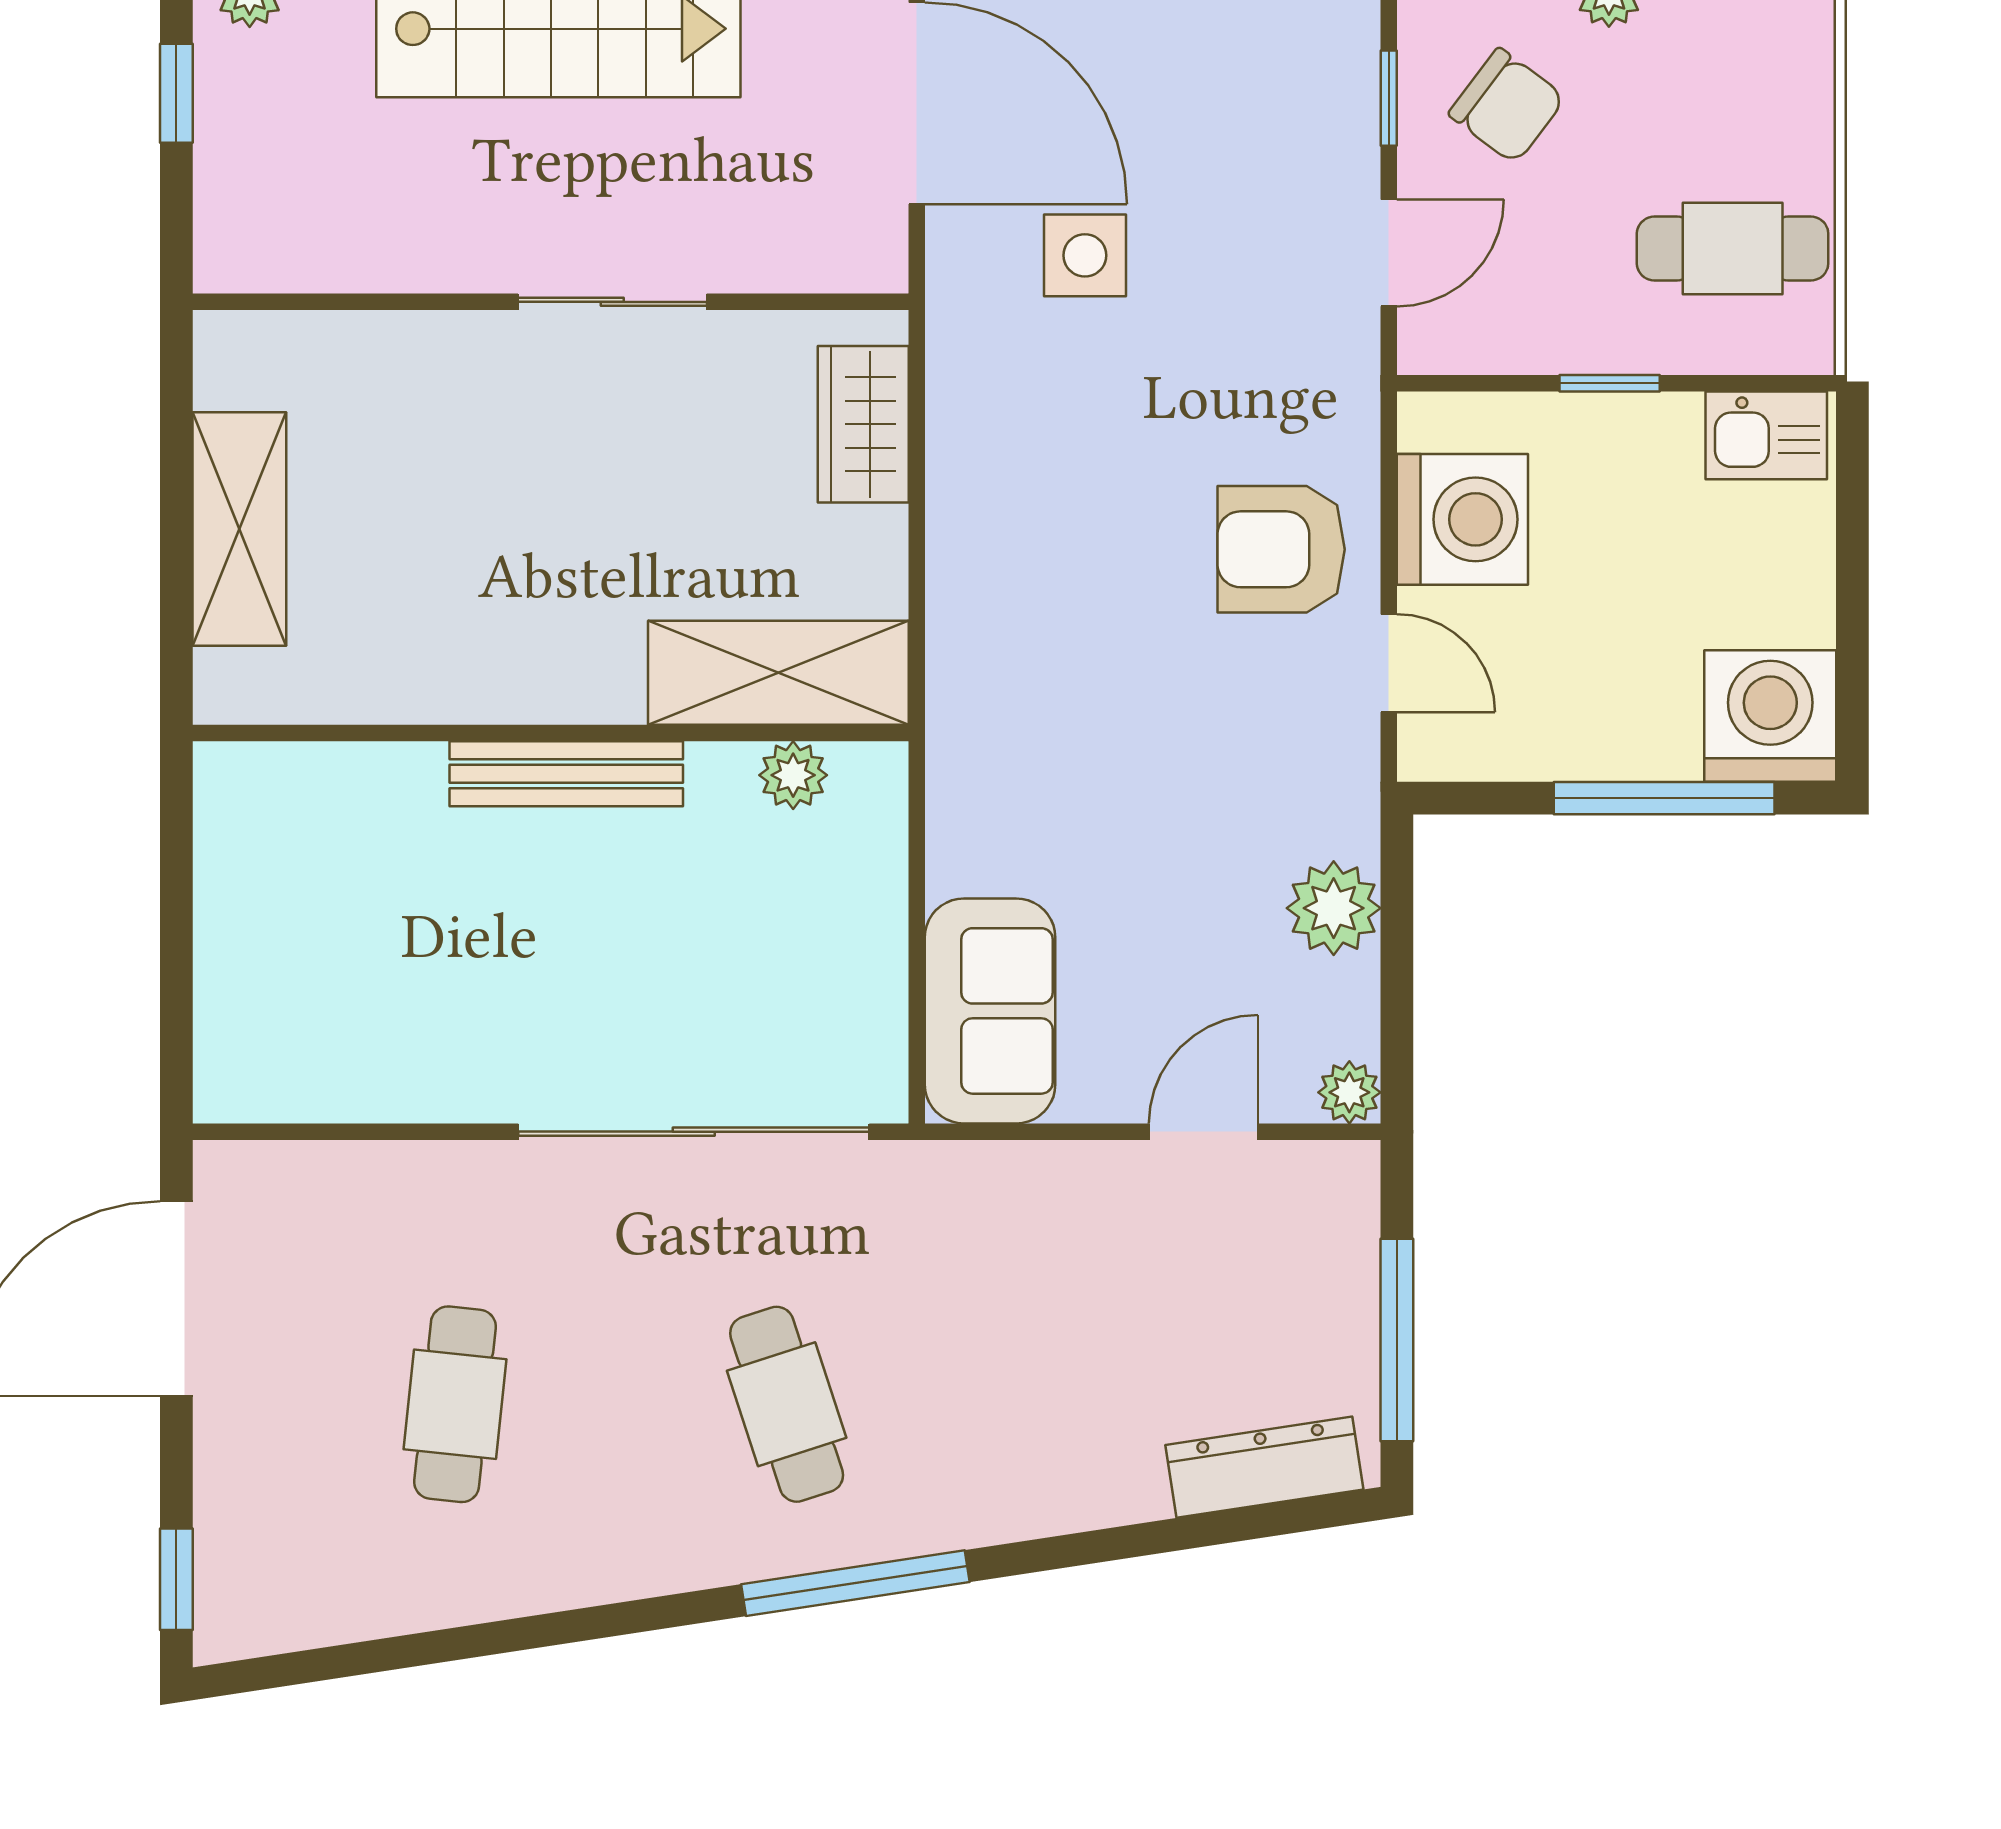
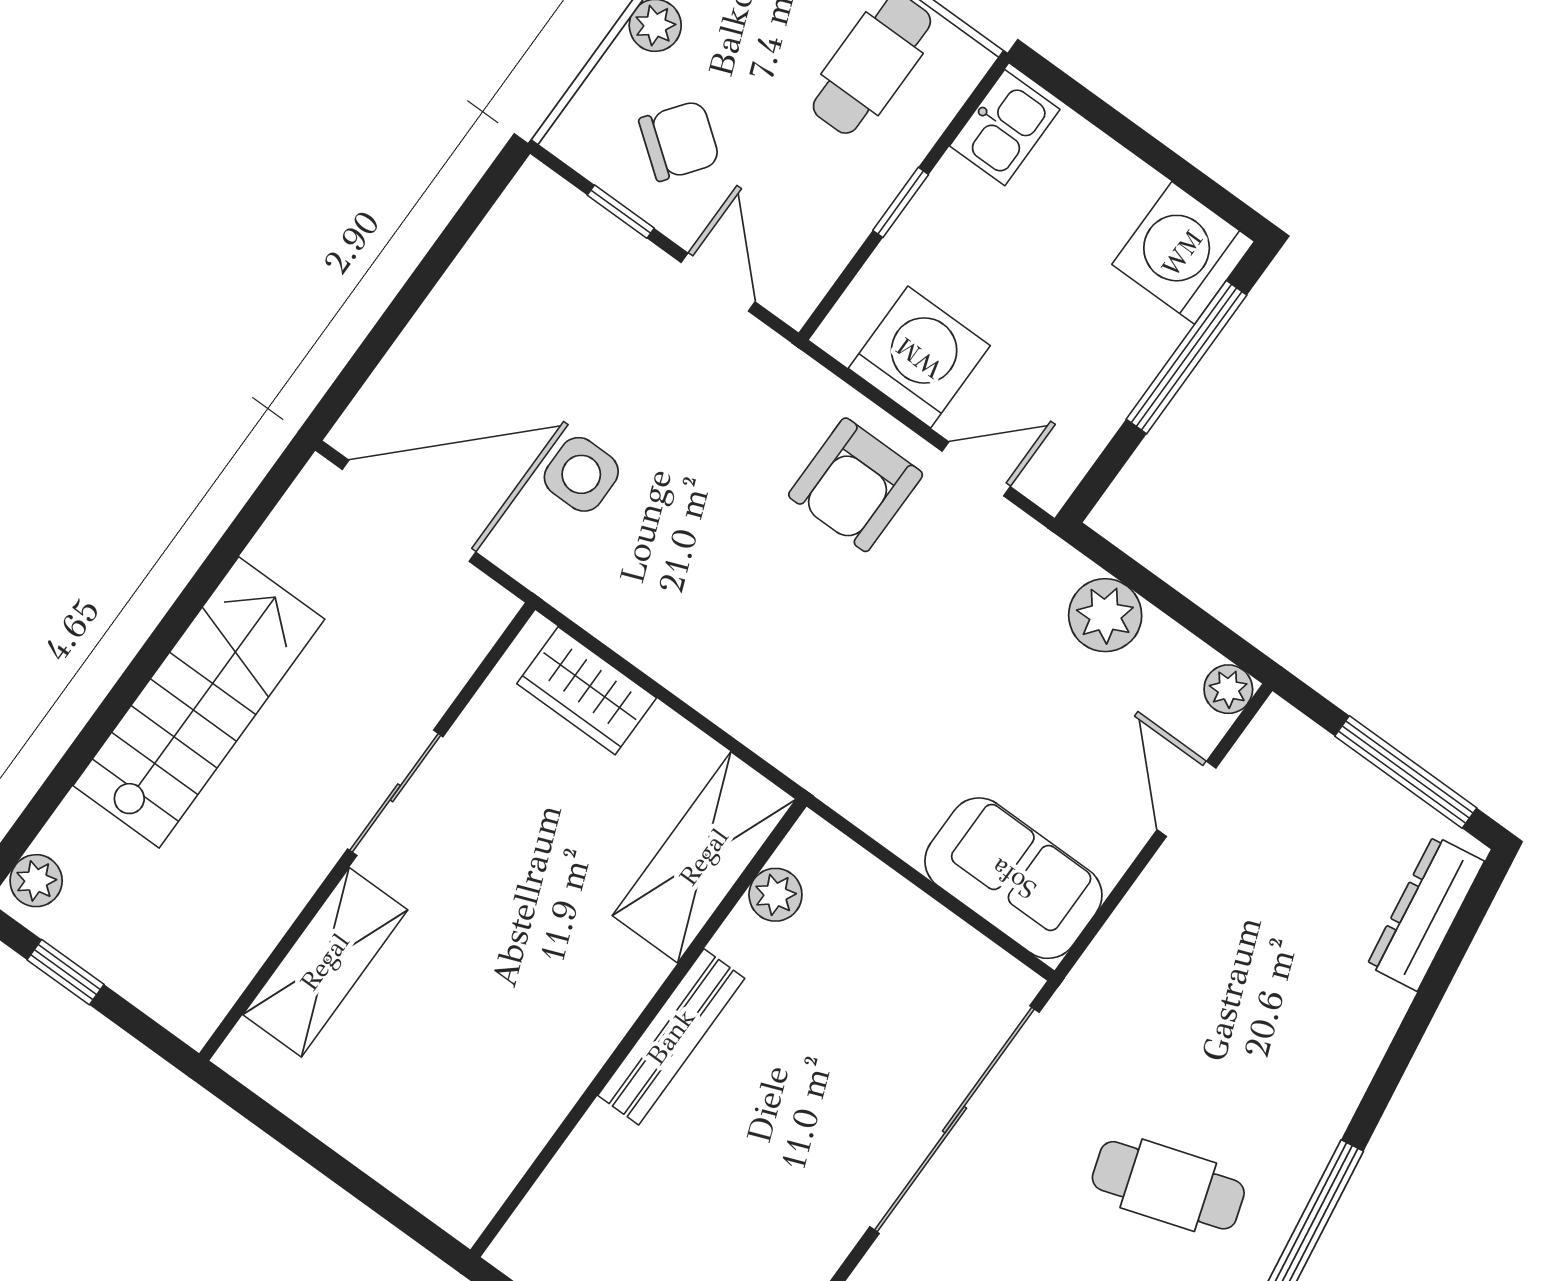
shelving: (239, 529) -> (325, 962), moved, turned 90

